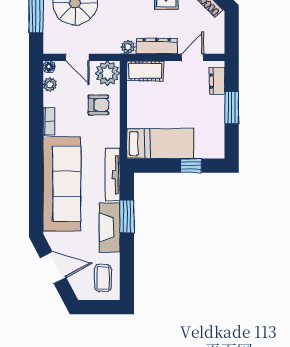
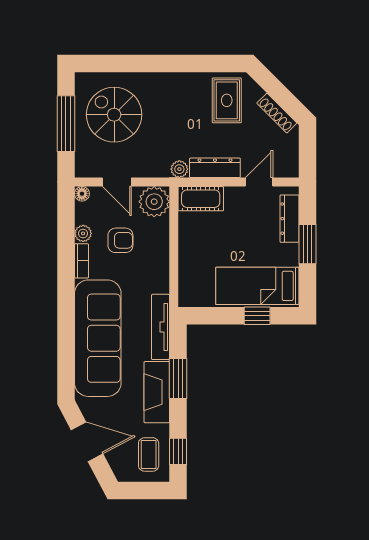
dresser: (217, 81) -> (290, 219), width x1.44
plant: (50, 85) -> (83, 233), moved
armchair: (98, 105) -> (120, 240), moved
bed: (160, 144) -> (257, 286), moved, turned 180
window: (127, 275) -> (178, 451), added

